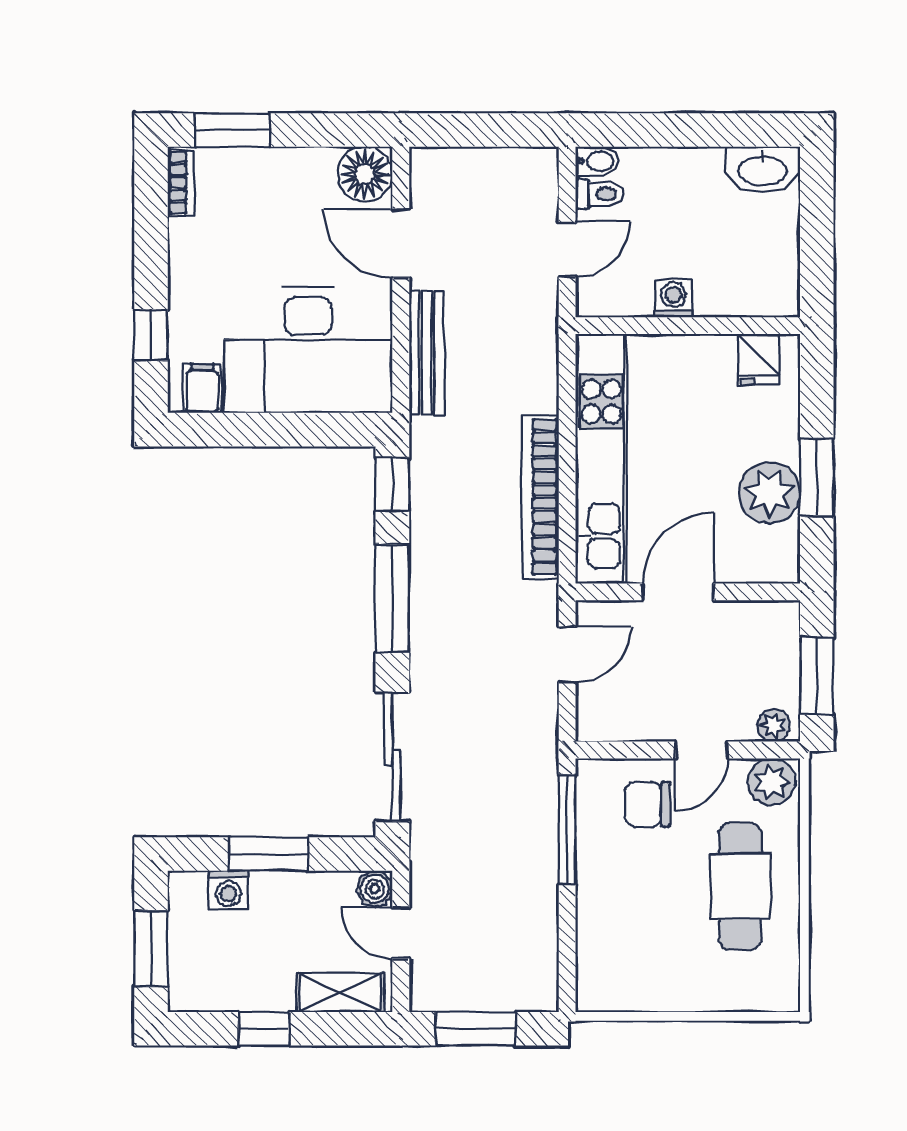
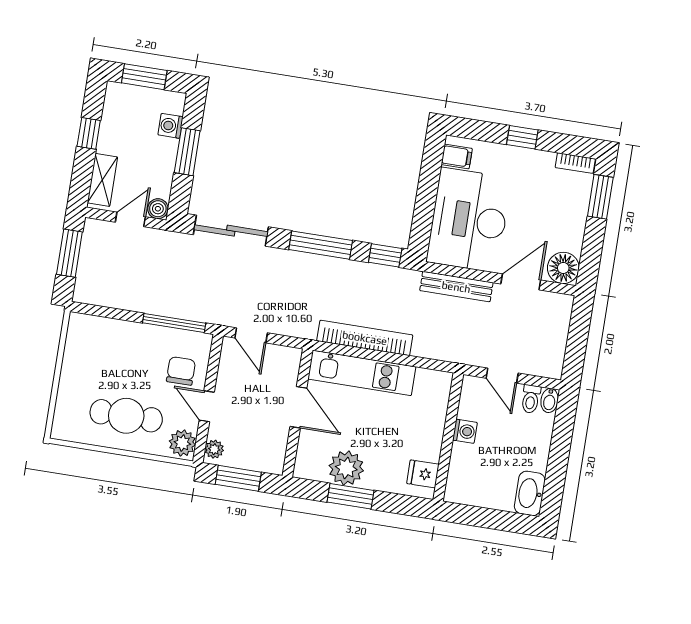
window: (151, 335) -> (522, 137), moved
kitchen unit: (601, 459) -> (362, 373), width x0.73
door: (567, 654) -> (251, 335), moved

